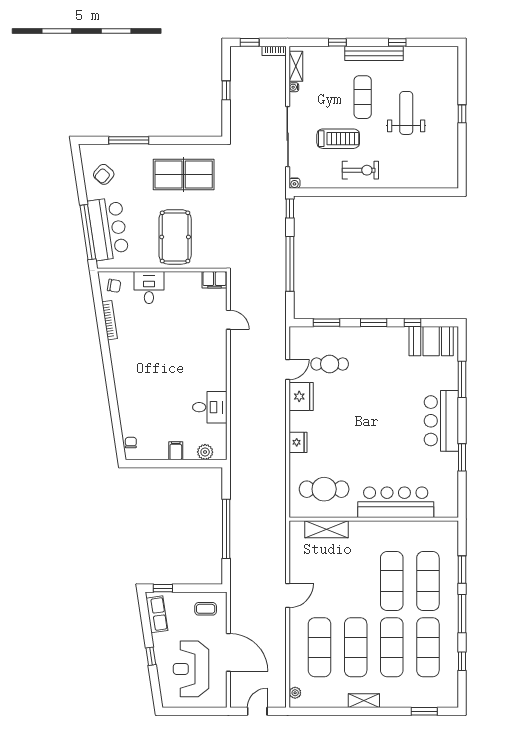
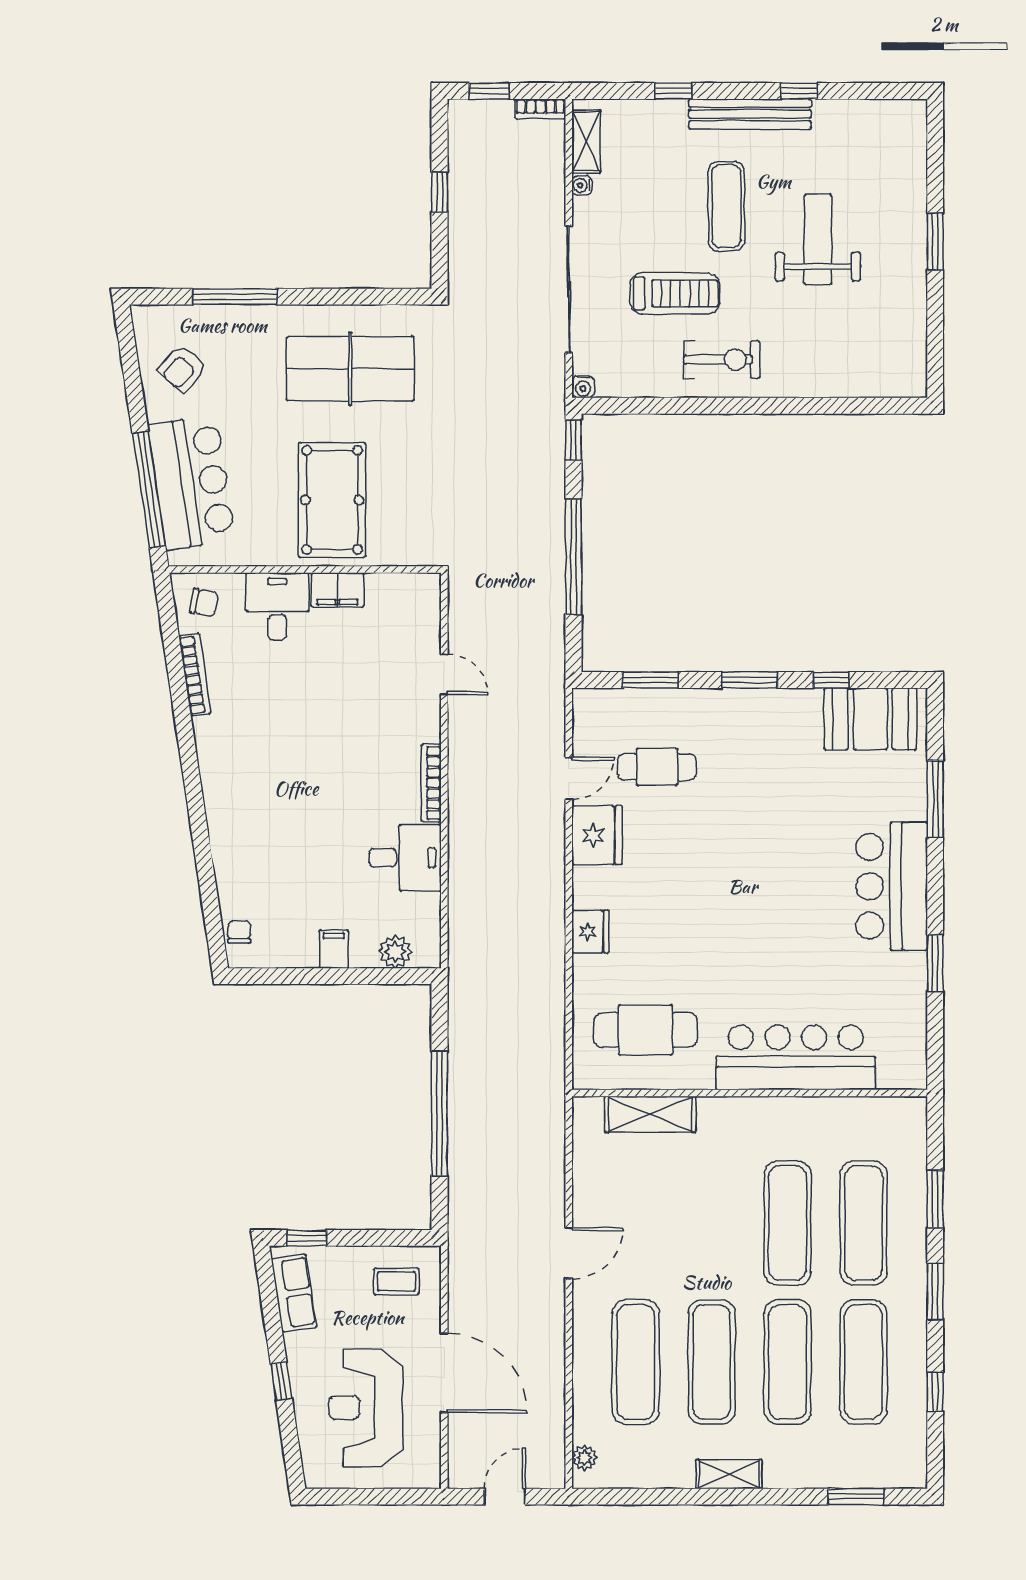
window: (462, 114) -> (935, 241), width x1.50
filing cabinet: (214, 280) -> (337, 590), moved
bookcase: (222, 372) -> (431, 783), added
window: (462, 614) -> (935, 1291), width x0.69

